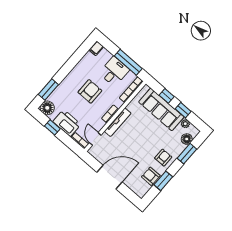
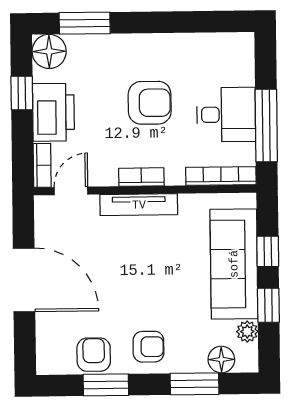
filing cabinet: (96, 48) -> (239, 43), removed

